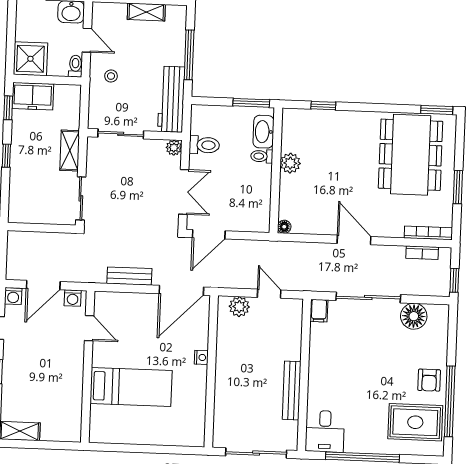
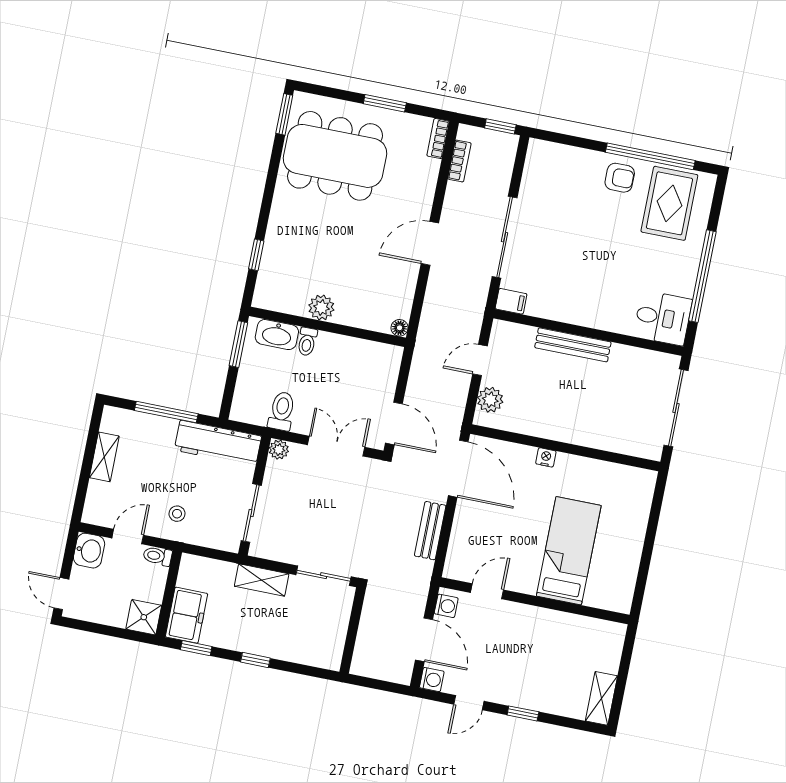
shower: (30, 59) -> (144, 617), width x0.73, depth x0.73
bookcase: (428, 233) -> (438, 139), width x0.64
floor lamp: (414, 316) -> (537, 184), removed
bench: (292, 390) -> (573, 345), moved

